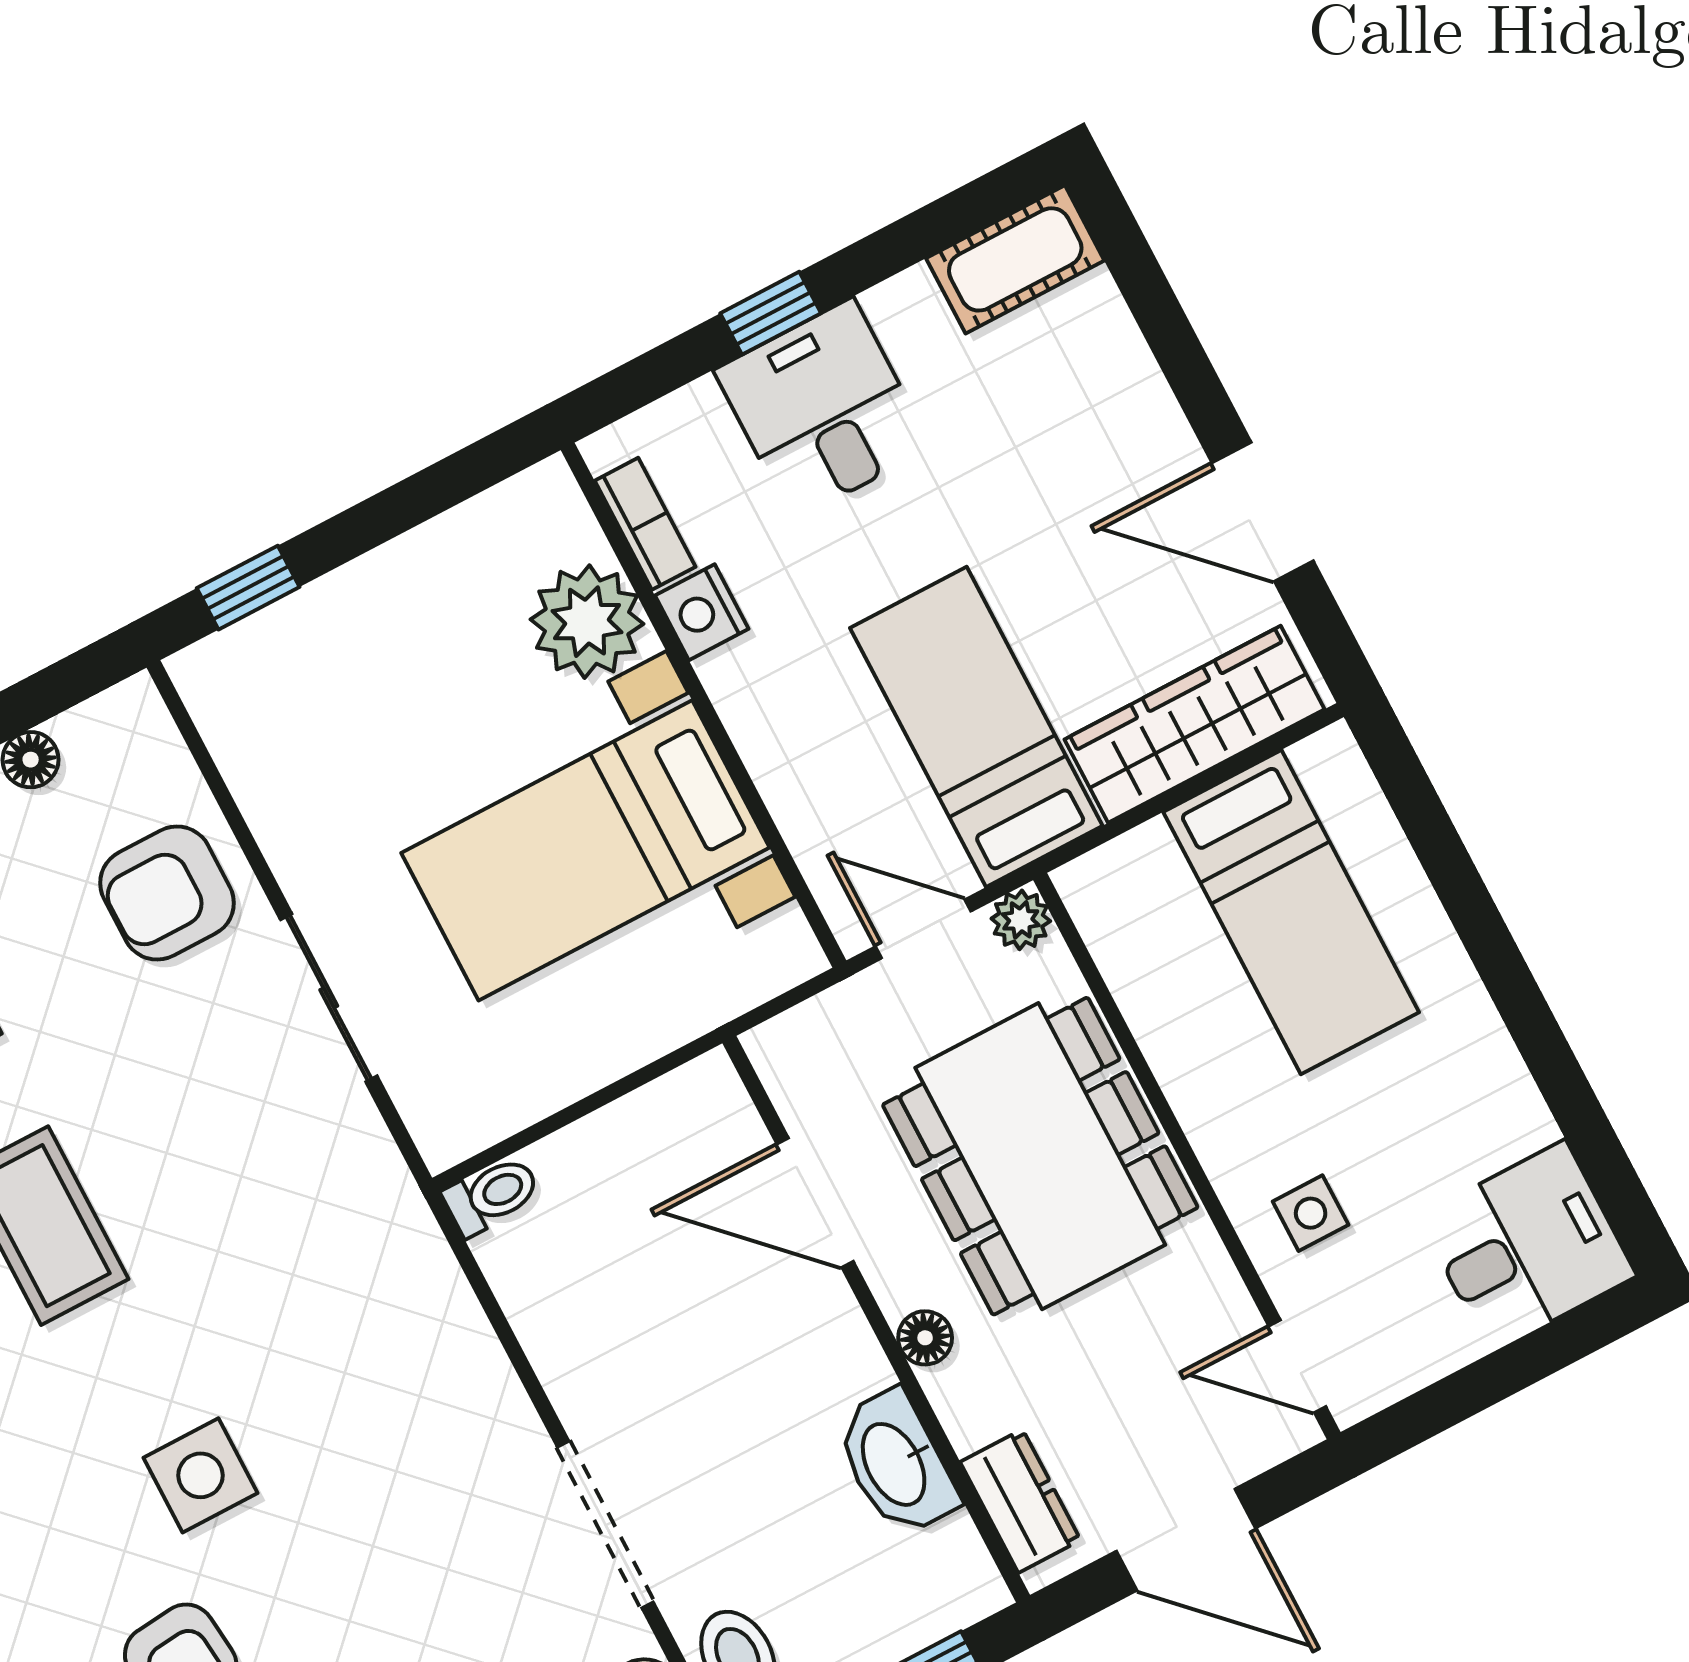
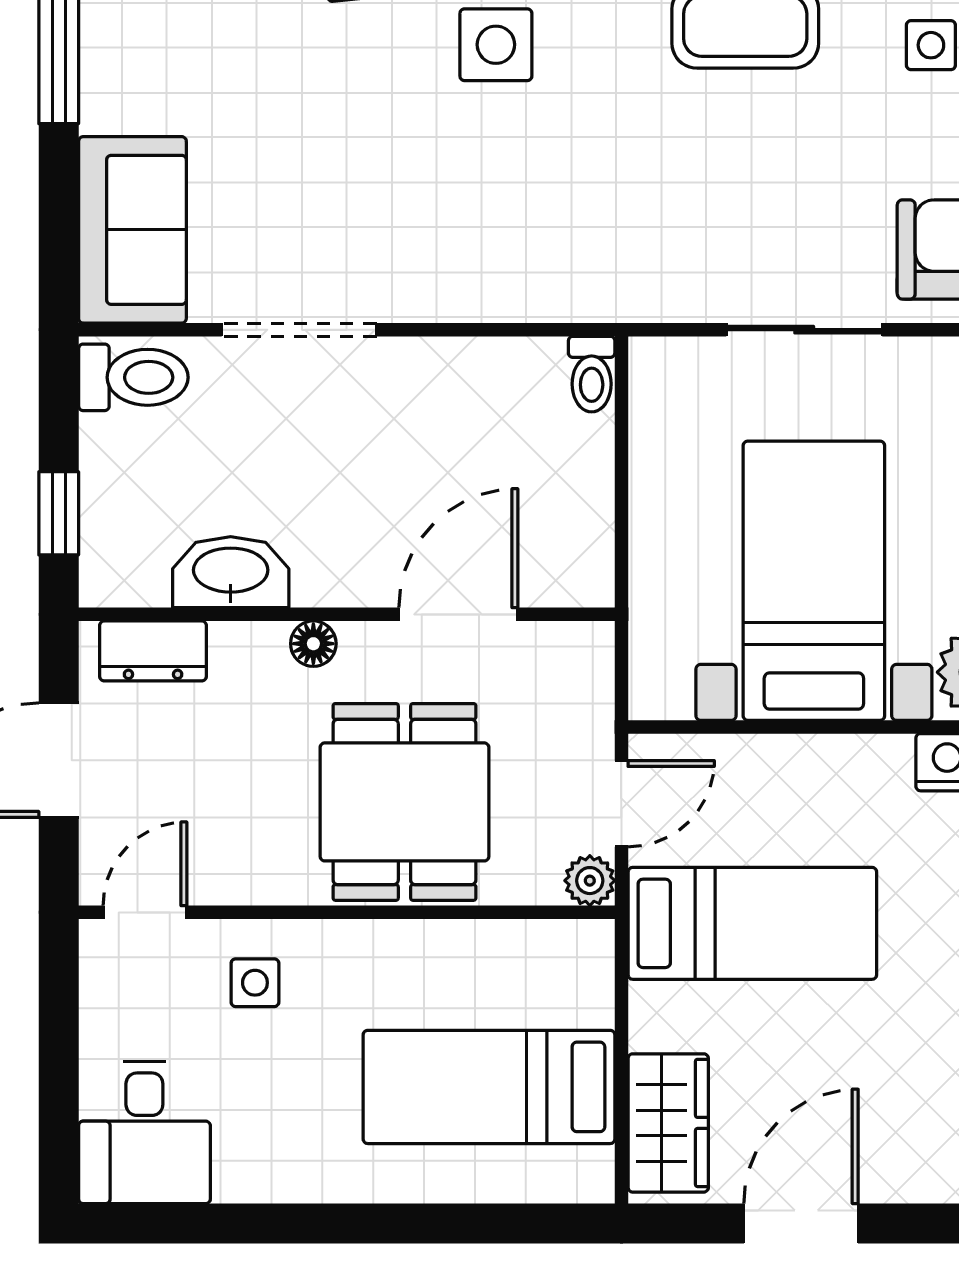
wardrobe: (1194, 724) -> (668, 1123), width x0.67
dining table: (1040, 1156) -> (404, 802), width x0.73

